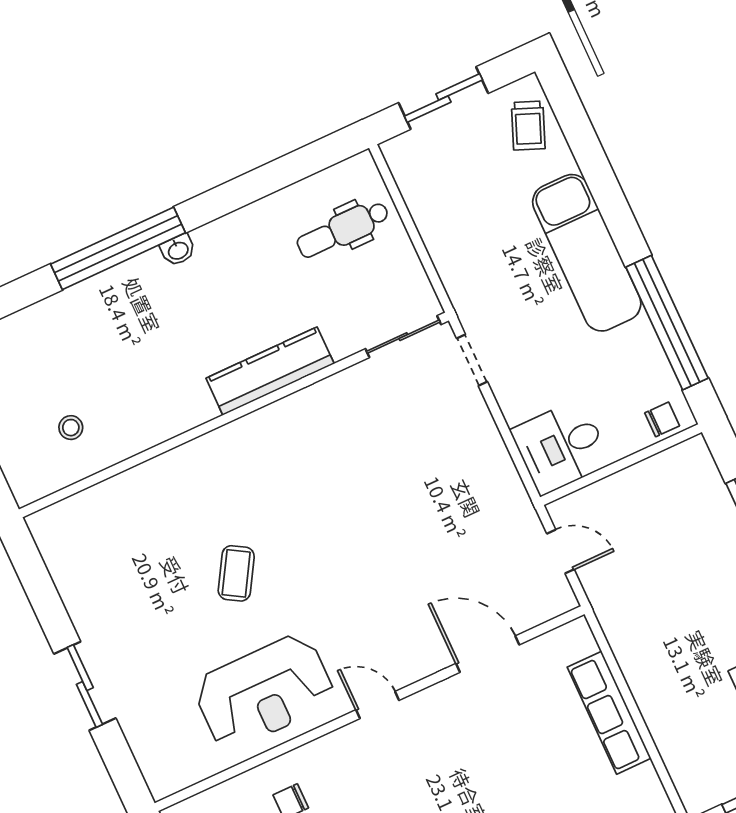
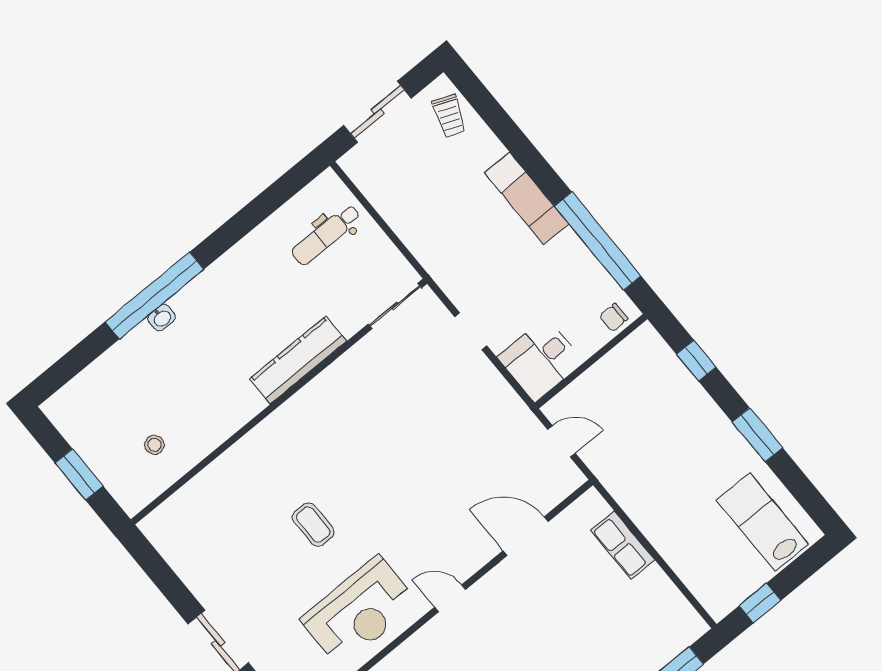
washbasin: (178, 250) -> (162, 318), moved
exam couch: (587, 253) -> (527, 198), width x0.73, depth x0.69
doorway: (472, 360) -> (471, 331), moved
chair: (662, 419) -> (614, 317), turned 180
coffee table: (236, 573) -> (313, 525), turned -31
row of seats: (609, 713) -> (623, 545), width x0.68

